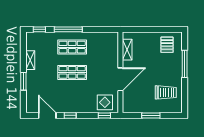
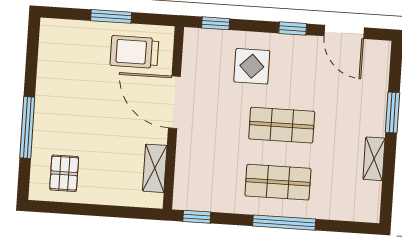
window: (39, 29) -> (197, 217), moved
door: (120, 79) -> (174, 102), hinge flipped
trolley: (166, 92) -> (134, 52), moved
display table: (105, 102) -> (252, 66), moved

